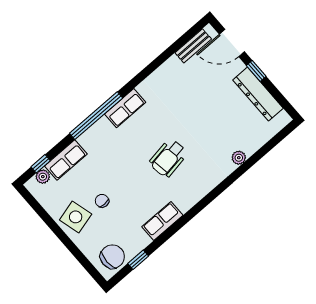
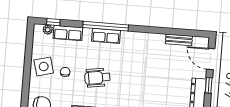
bench: (193, 46) -> (179, 40), moved
row of seats: (125, 108) -> (106, 36), moved
wheelchair: (168, 158) -> (97, 78), moved

